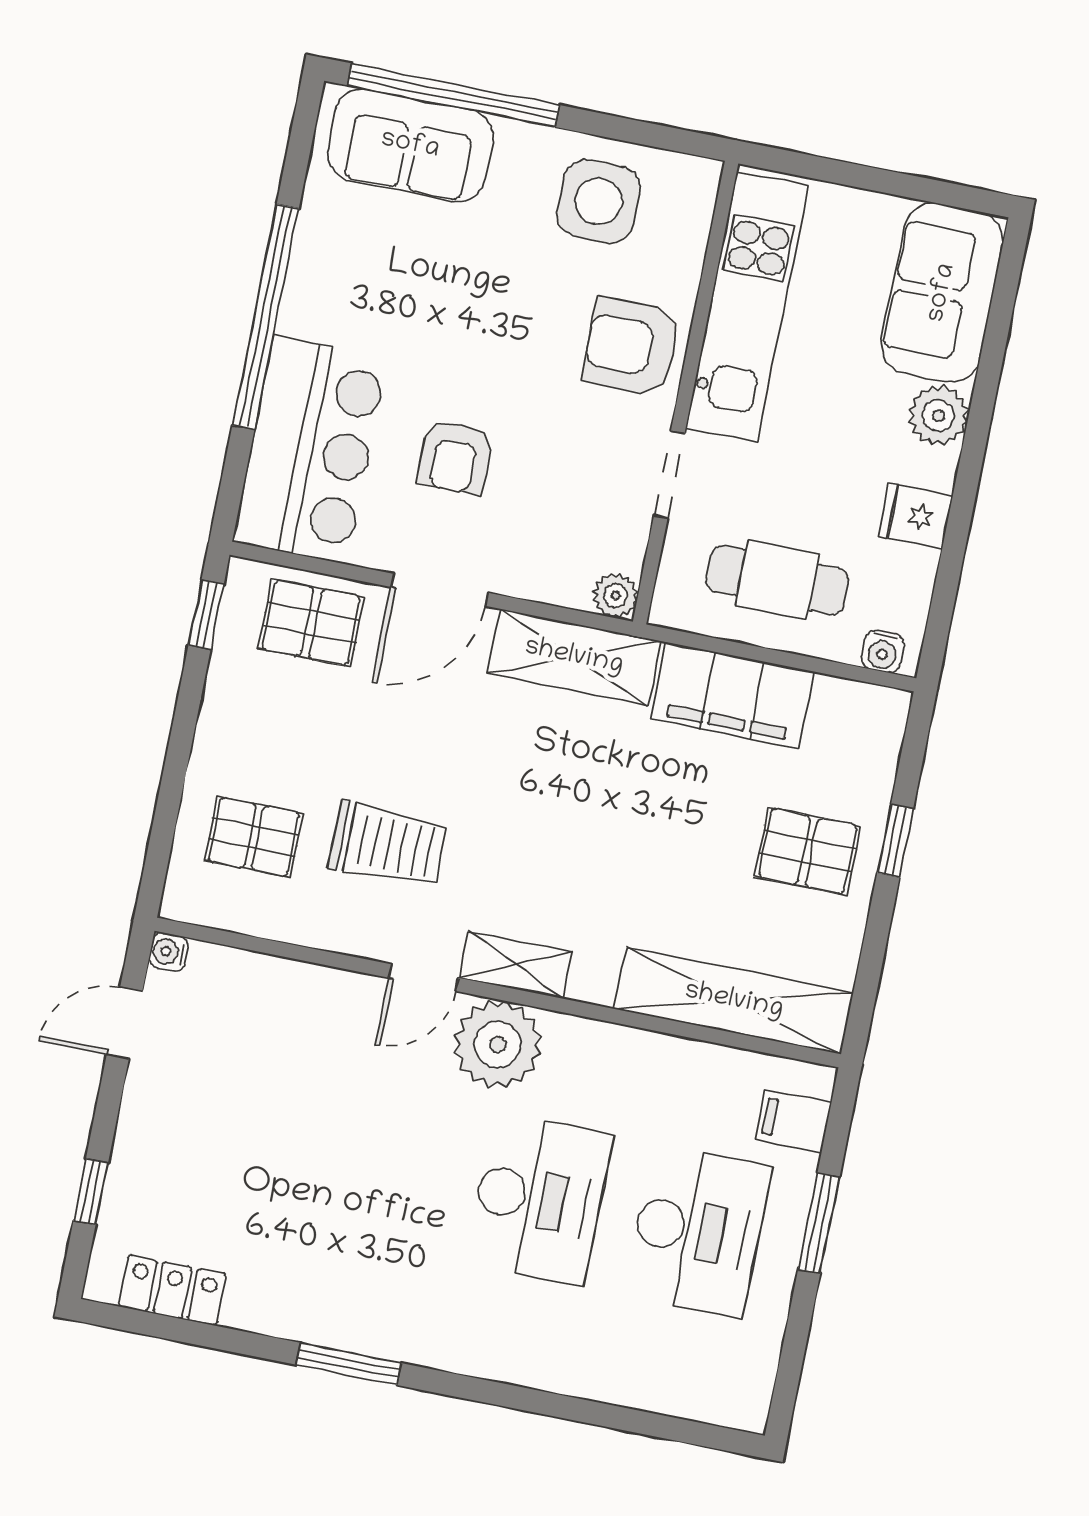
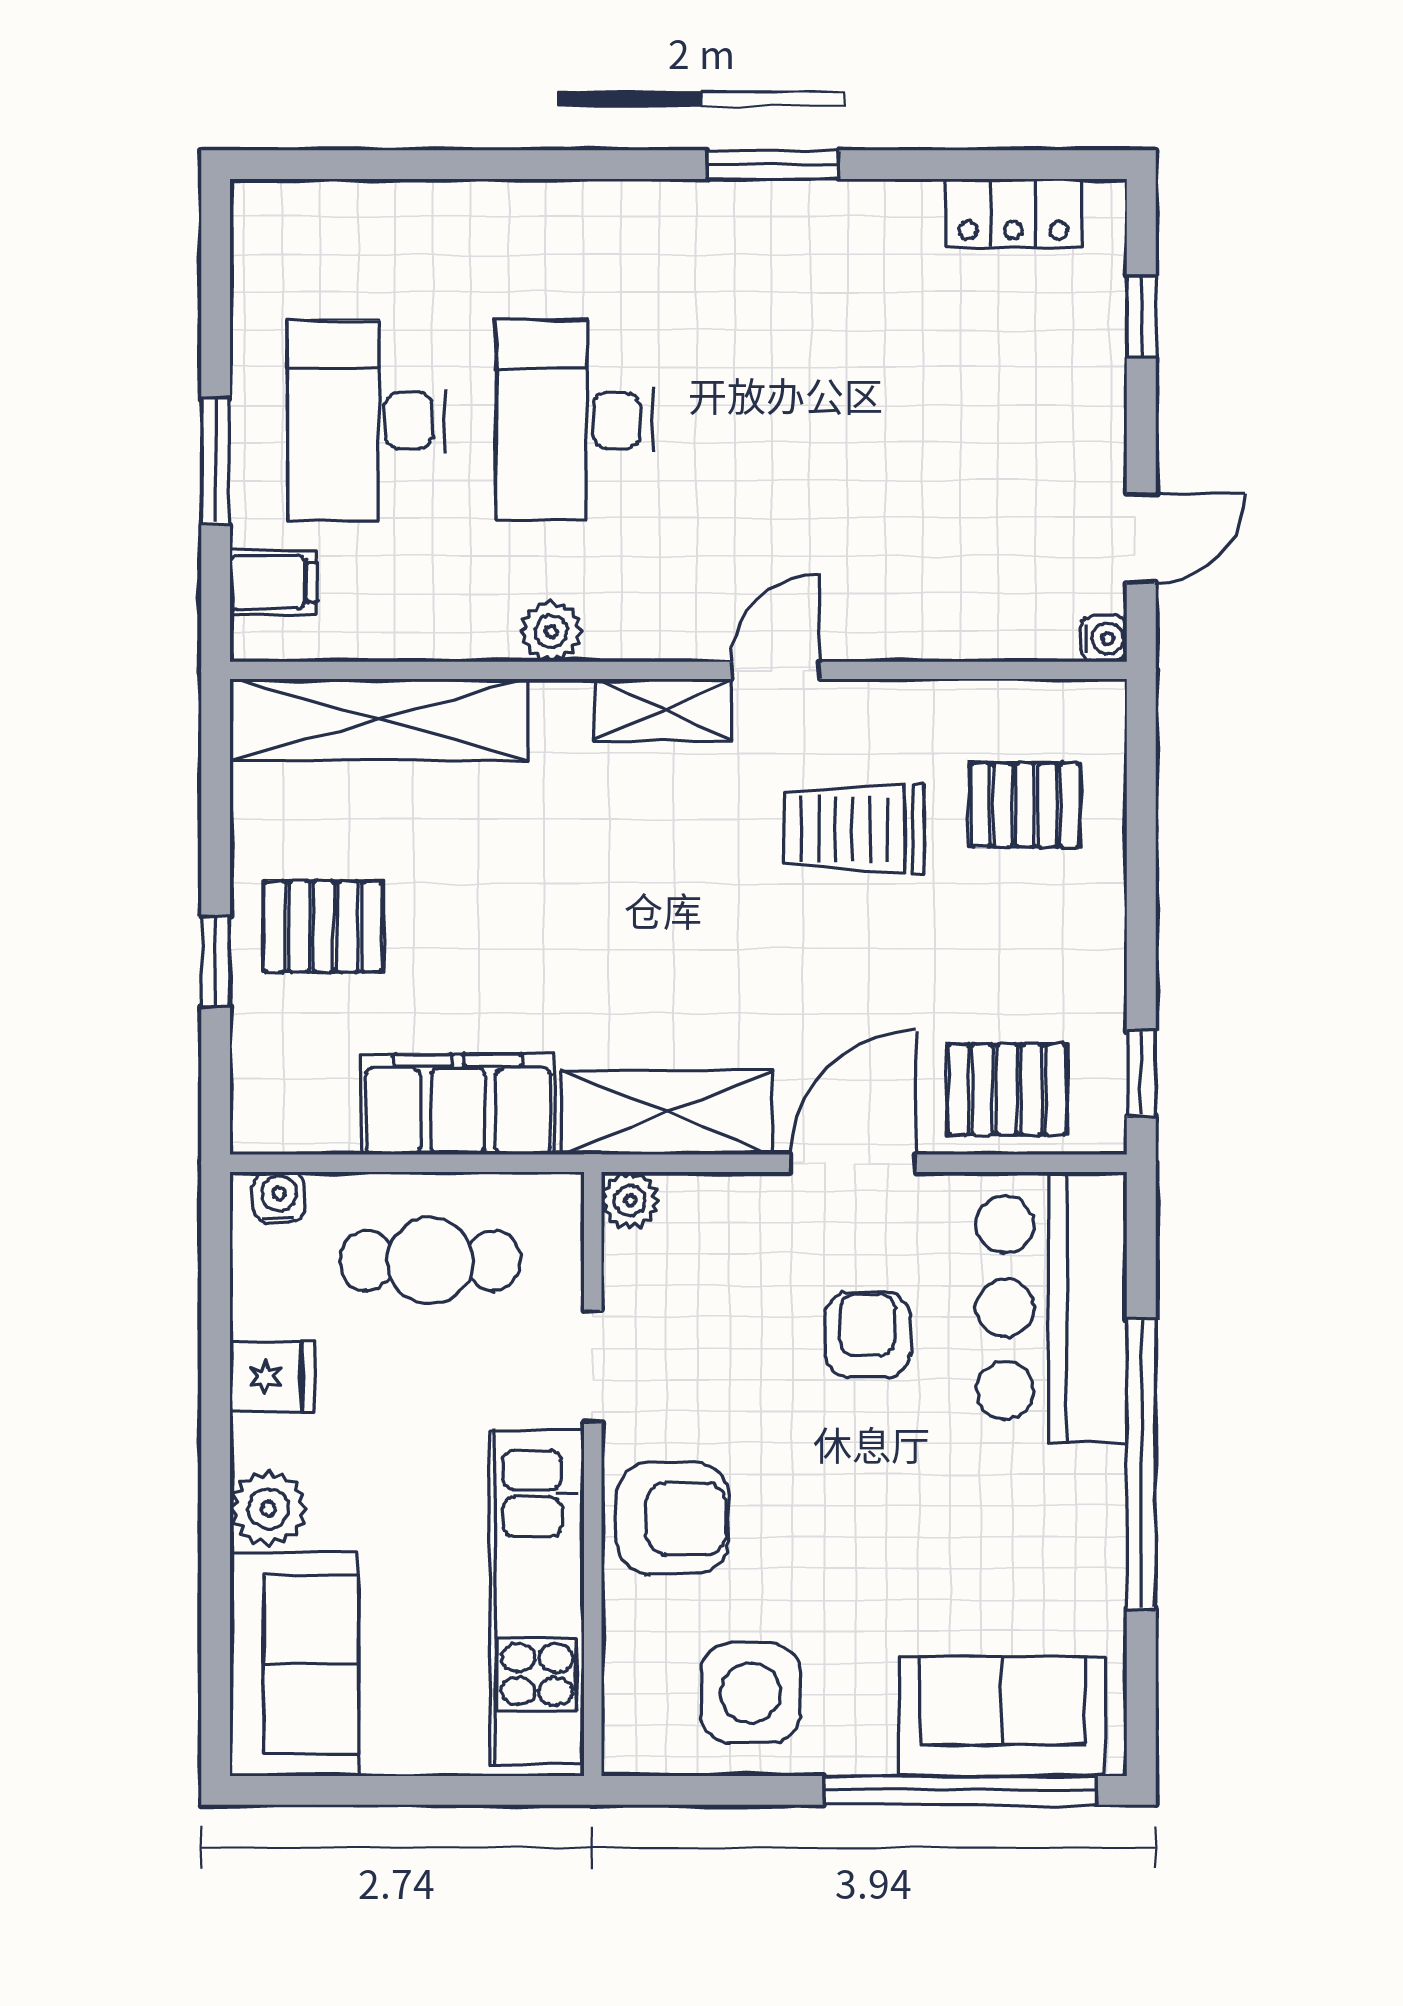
plant: (498, 1045) -> (551, 631), moved, width x0.53, depth x0.53

